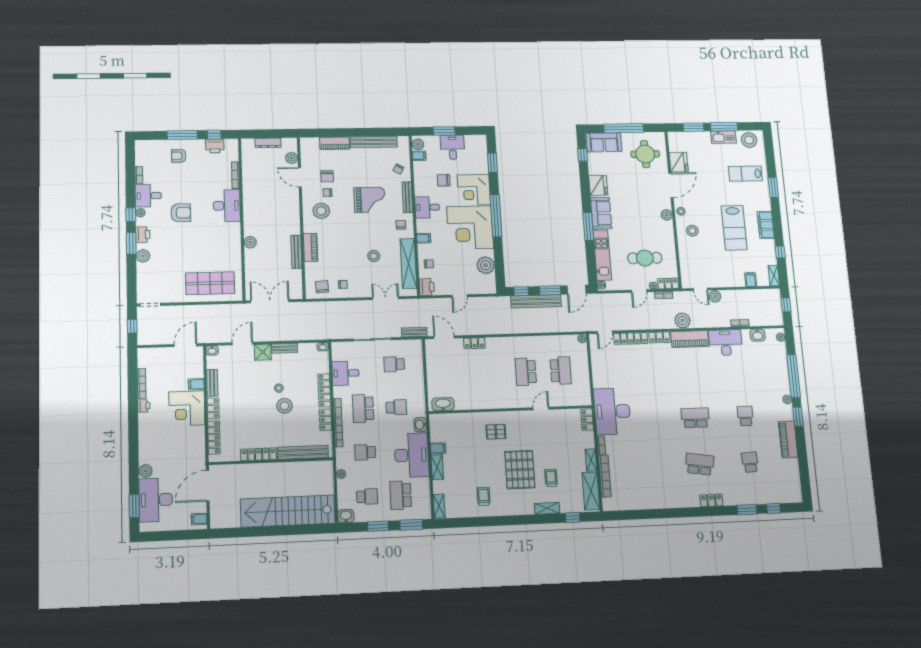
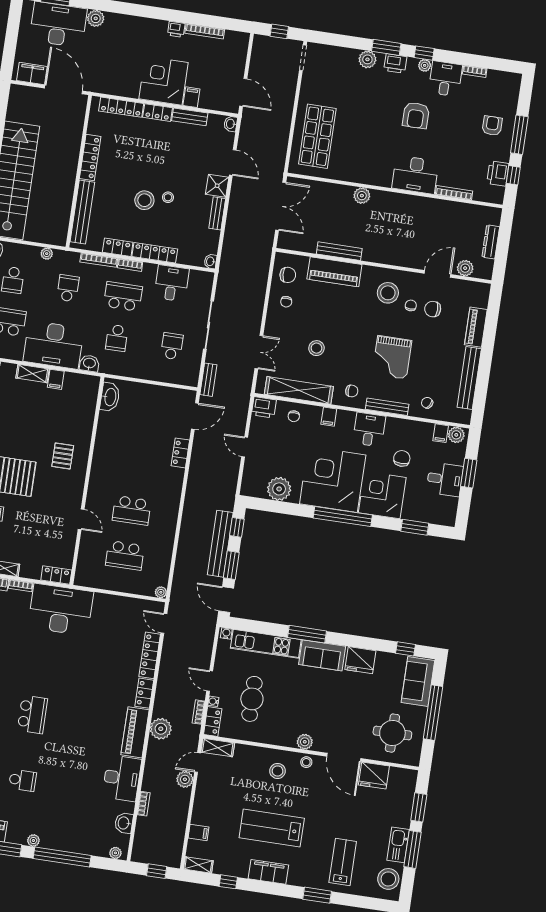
piano: (310, 247) -> (334, 272), width x1.37, depth x1.33
shelving: (686, 277) -> (218, 748), added
school desk: (526, 372) -> (132, 510), turned 180
filing cabinet: (199, 519) -> (32, 74), width x2.00

